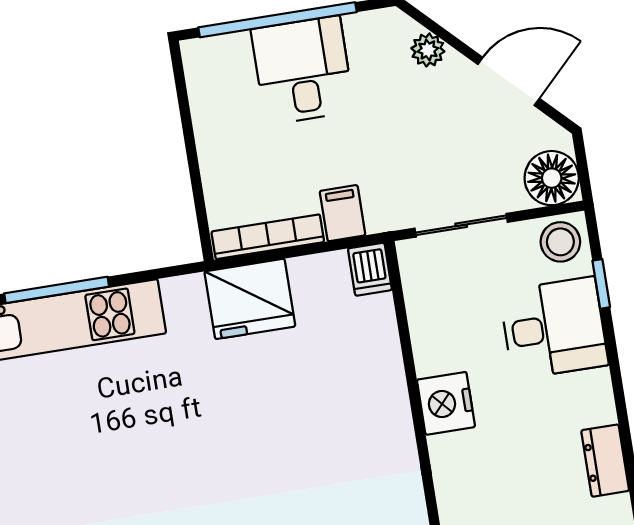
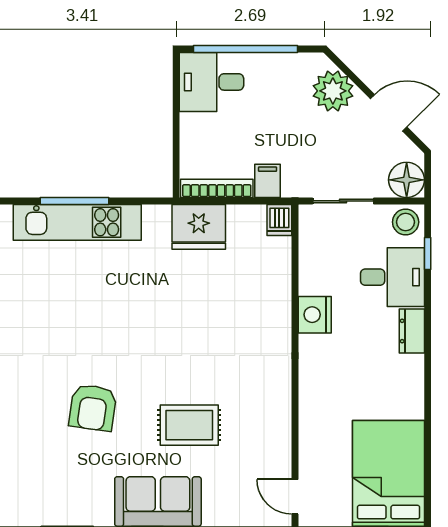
plant: (428, 50) -> (333, 91), width x1.88, depth x1.88
desk: (303, 70) -> (212, 82), moved, turned -90
dresser: (605, 461) -> (412, 331), moved

